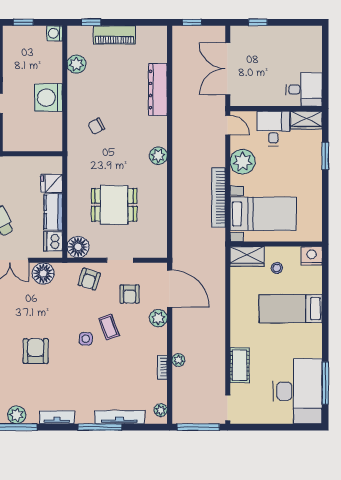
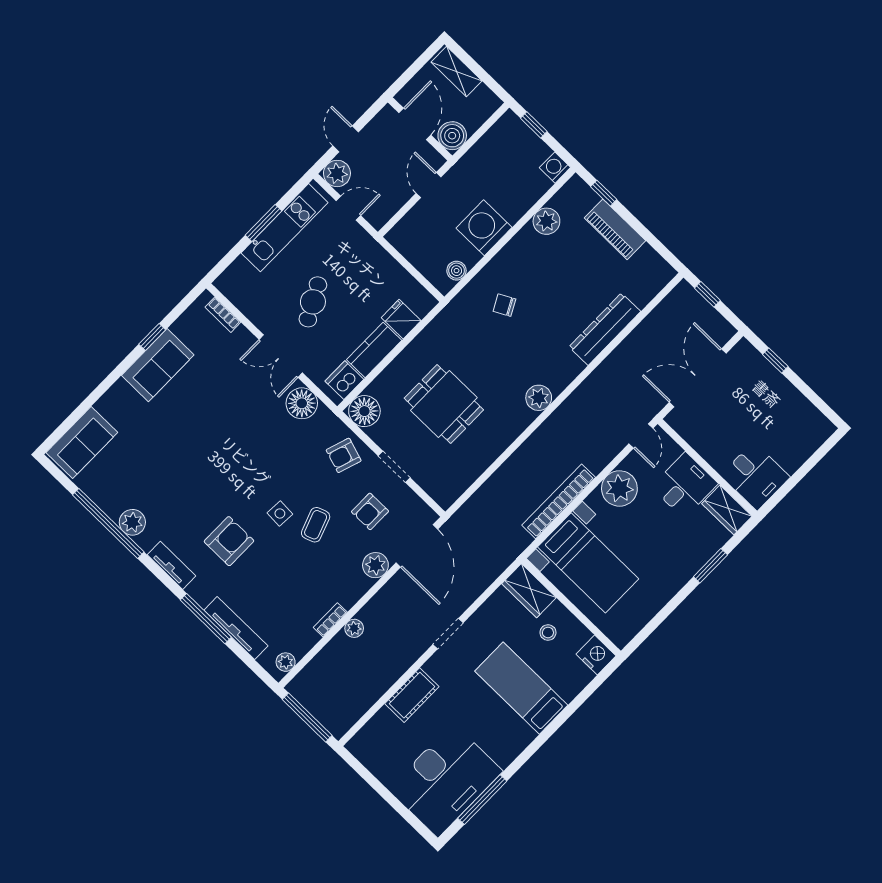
boiler: (56, 132) -> (457, 271), added
armchair: (36, 351) -> (229, 541), moved
doorway: (228, 408) -> (448, 634), moved

